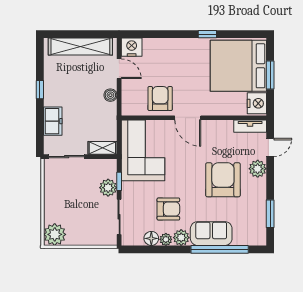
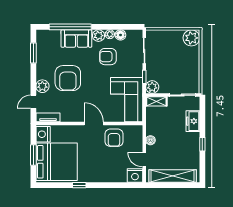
plant: (108, 188) -> (152, 87), moved

